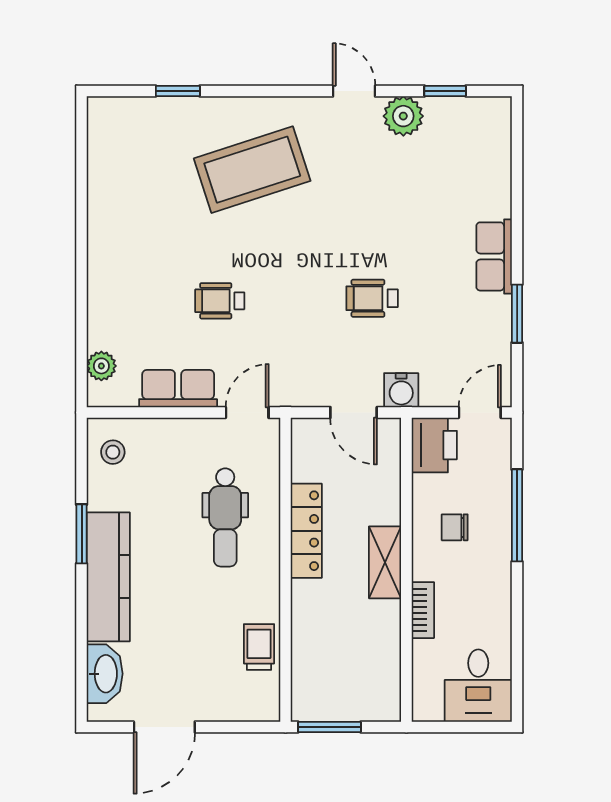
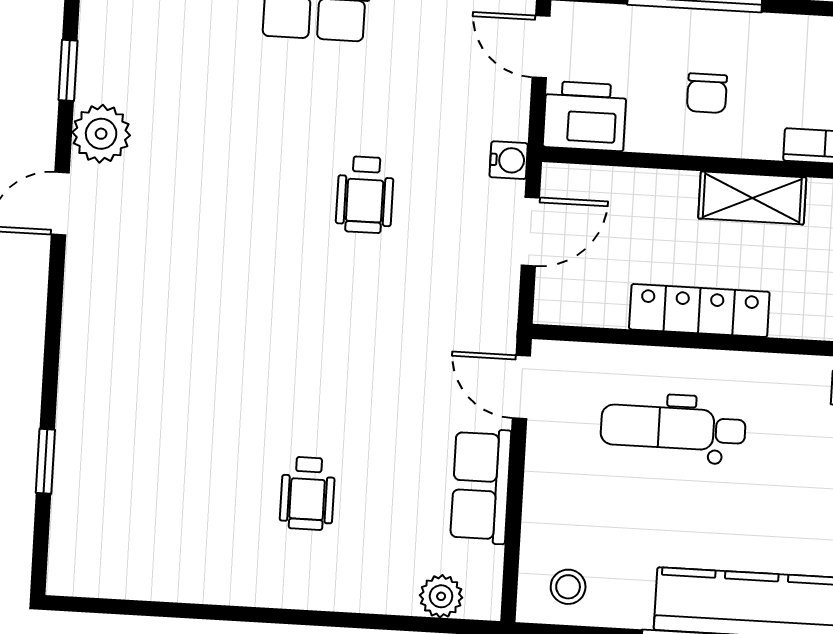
coffee table: (252, 170) -> (167, 359), removed
wheelchair: (220, 301) -> (307, 493), moved
water cooler: (401, 390) -> (509, 160), width x0.72, depth x0.72
dental chair: (225, 517) -> (673, 428), turned 180

